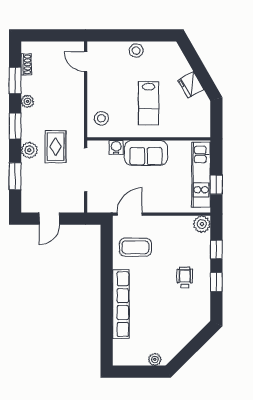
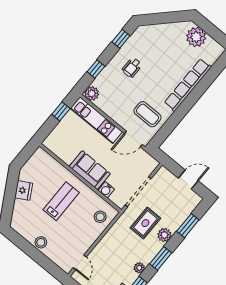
kitchen unit: (201, 175) -> (96, 120), moved, turned 90
window: (216, 282) -> (121, 39), moved
plant: (155, 359) -> (196, 37), width x1.87, depth x1.87

